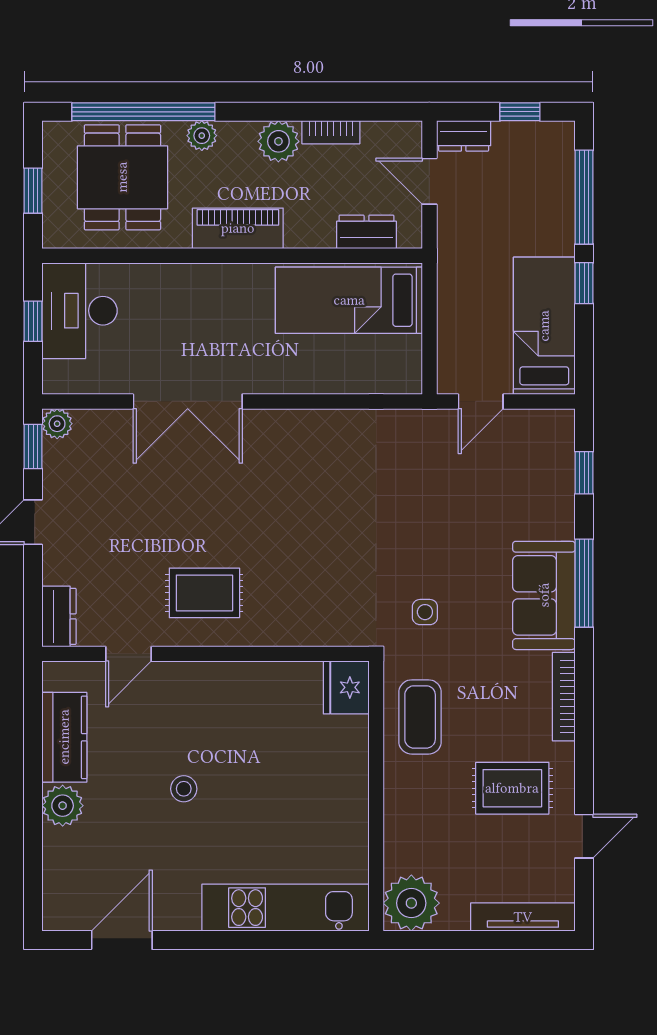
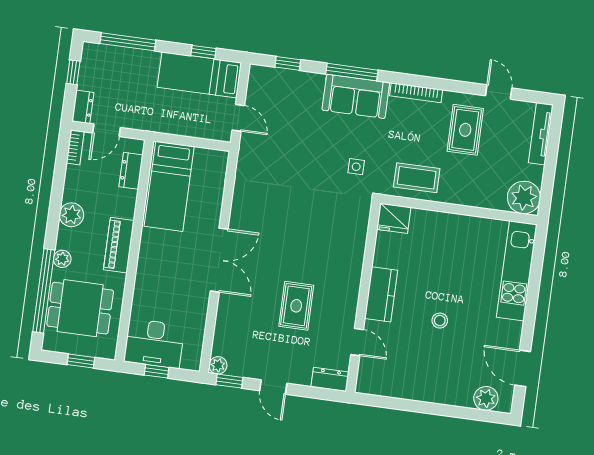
bookcase: (331, 132) -> (75, 147), moved
window: (584, 283) -> (203, 52), moved
double door: (188, 401) -> (219, 260), moved
rug: (204, 593) -> (296, 306), moved
kitchen counter: (64, 737) -> (381, 294), moved, turned 90
plant: (63, 806) -> (486, 398), moved

